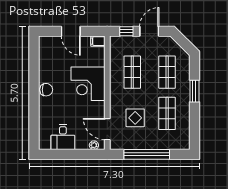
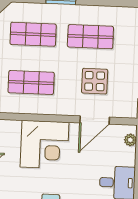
door: (107, 129) -> (95, 120), moved

